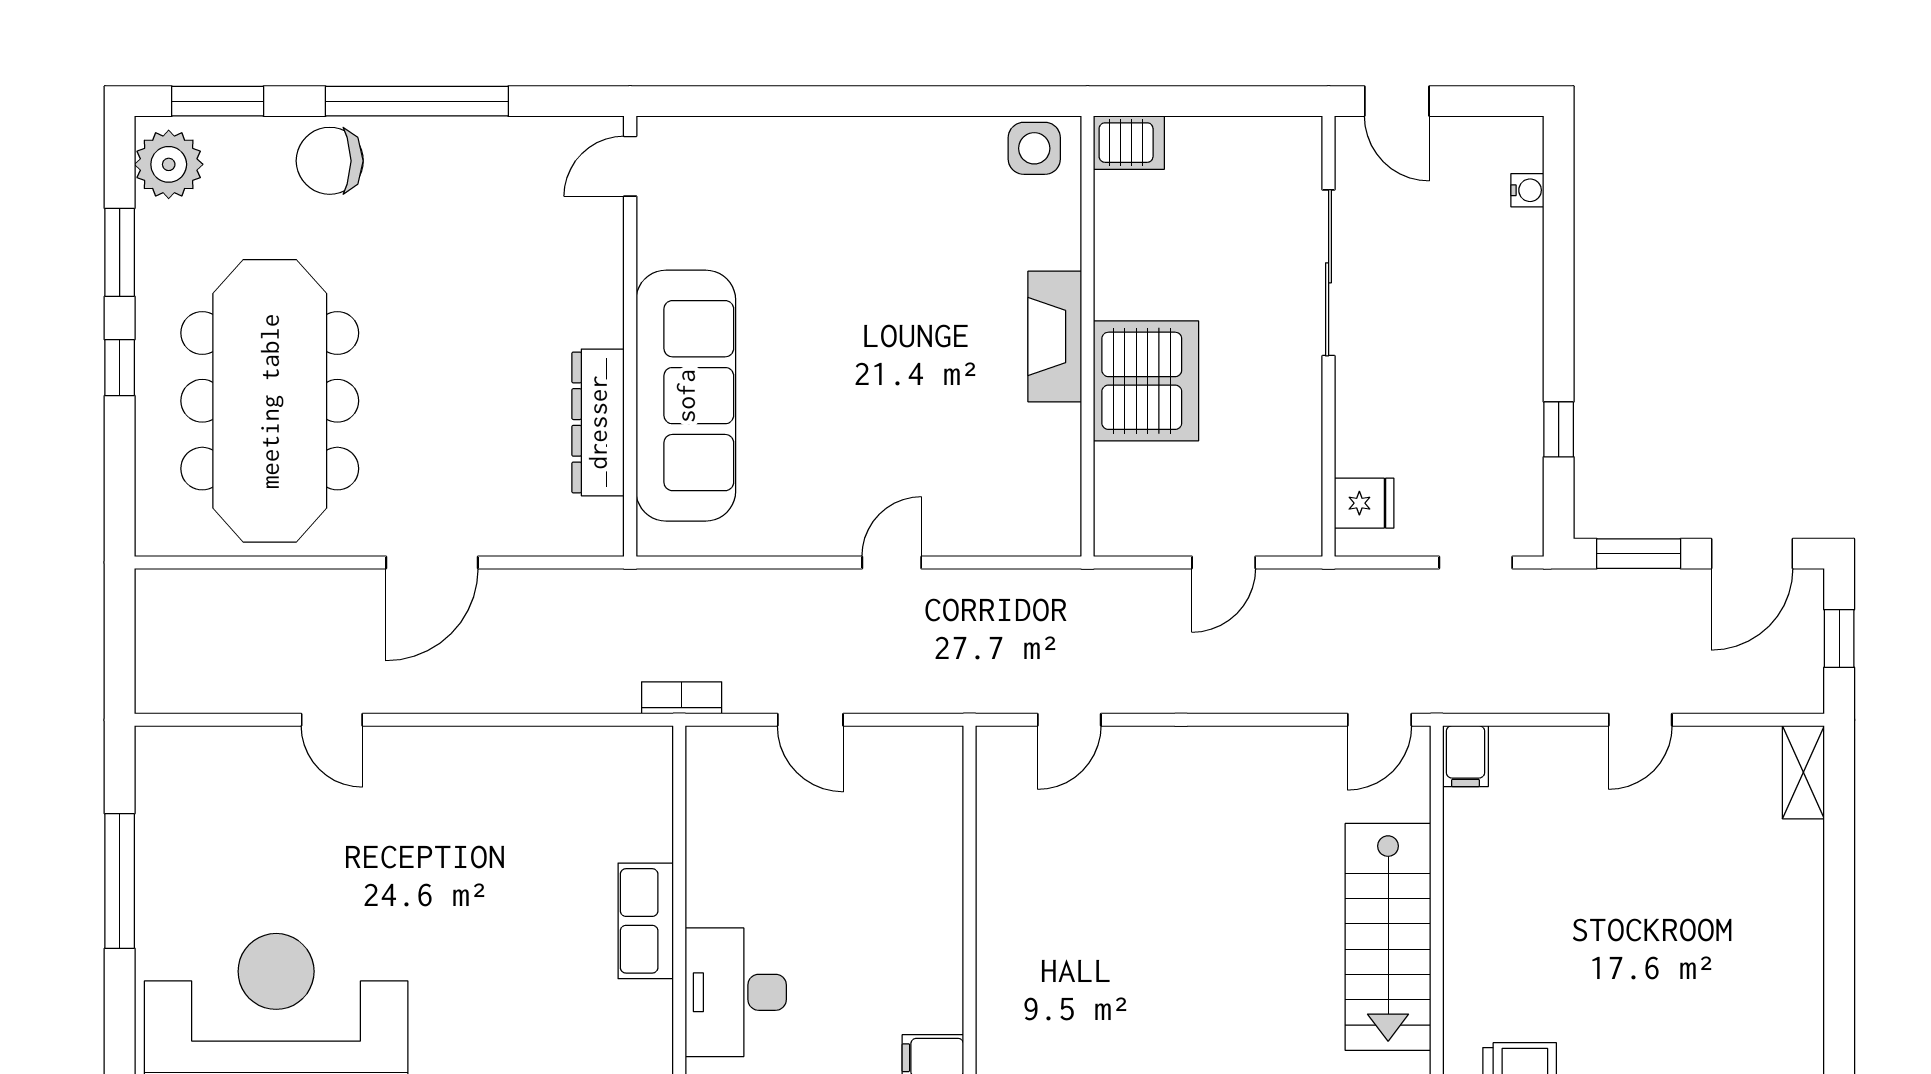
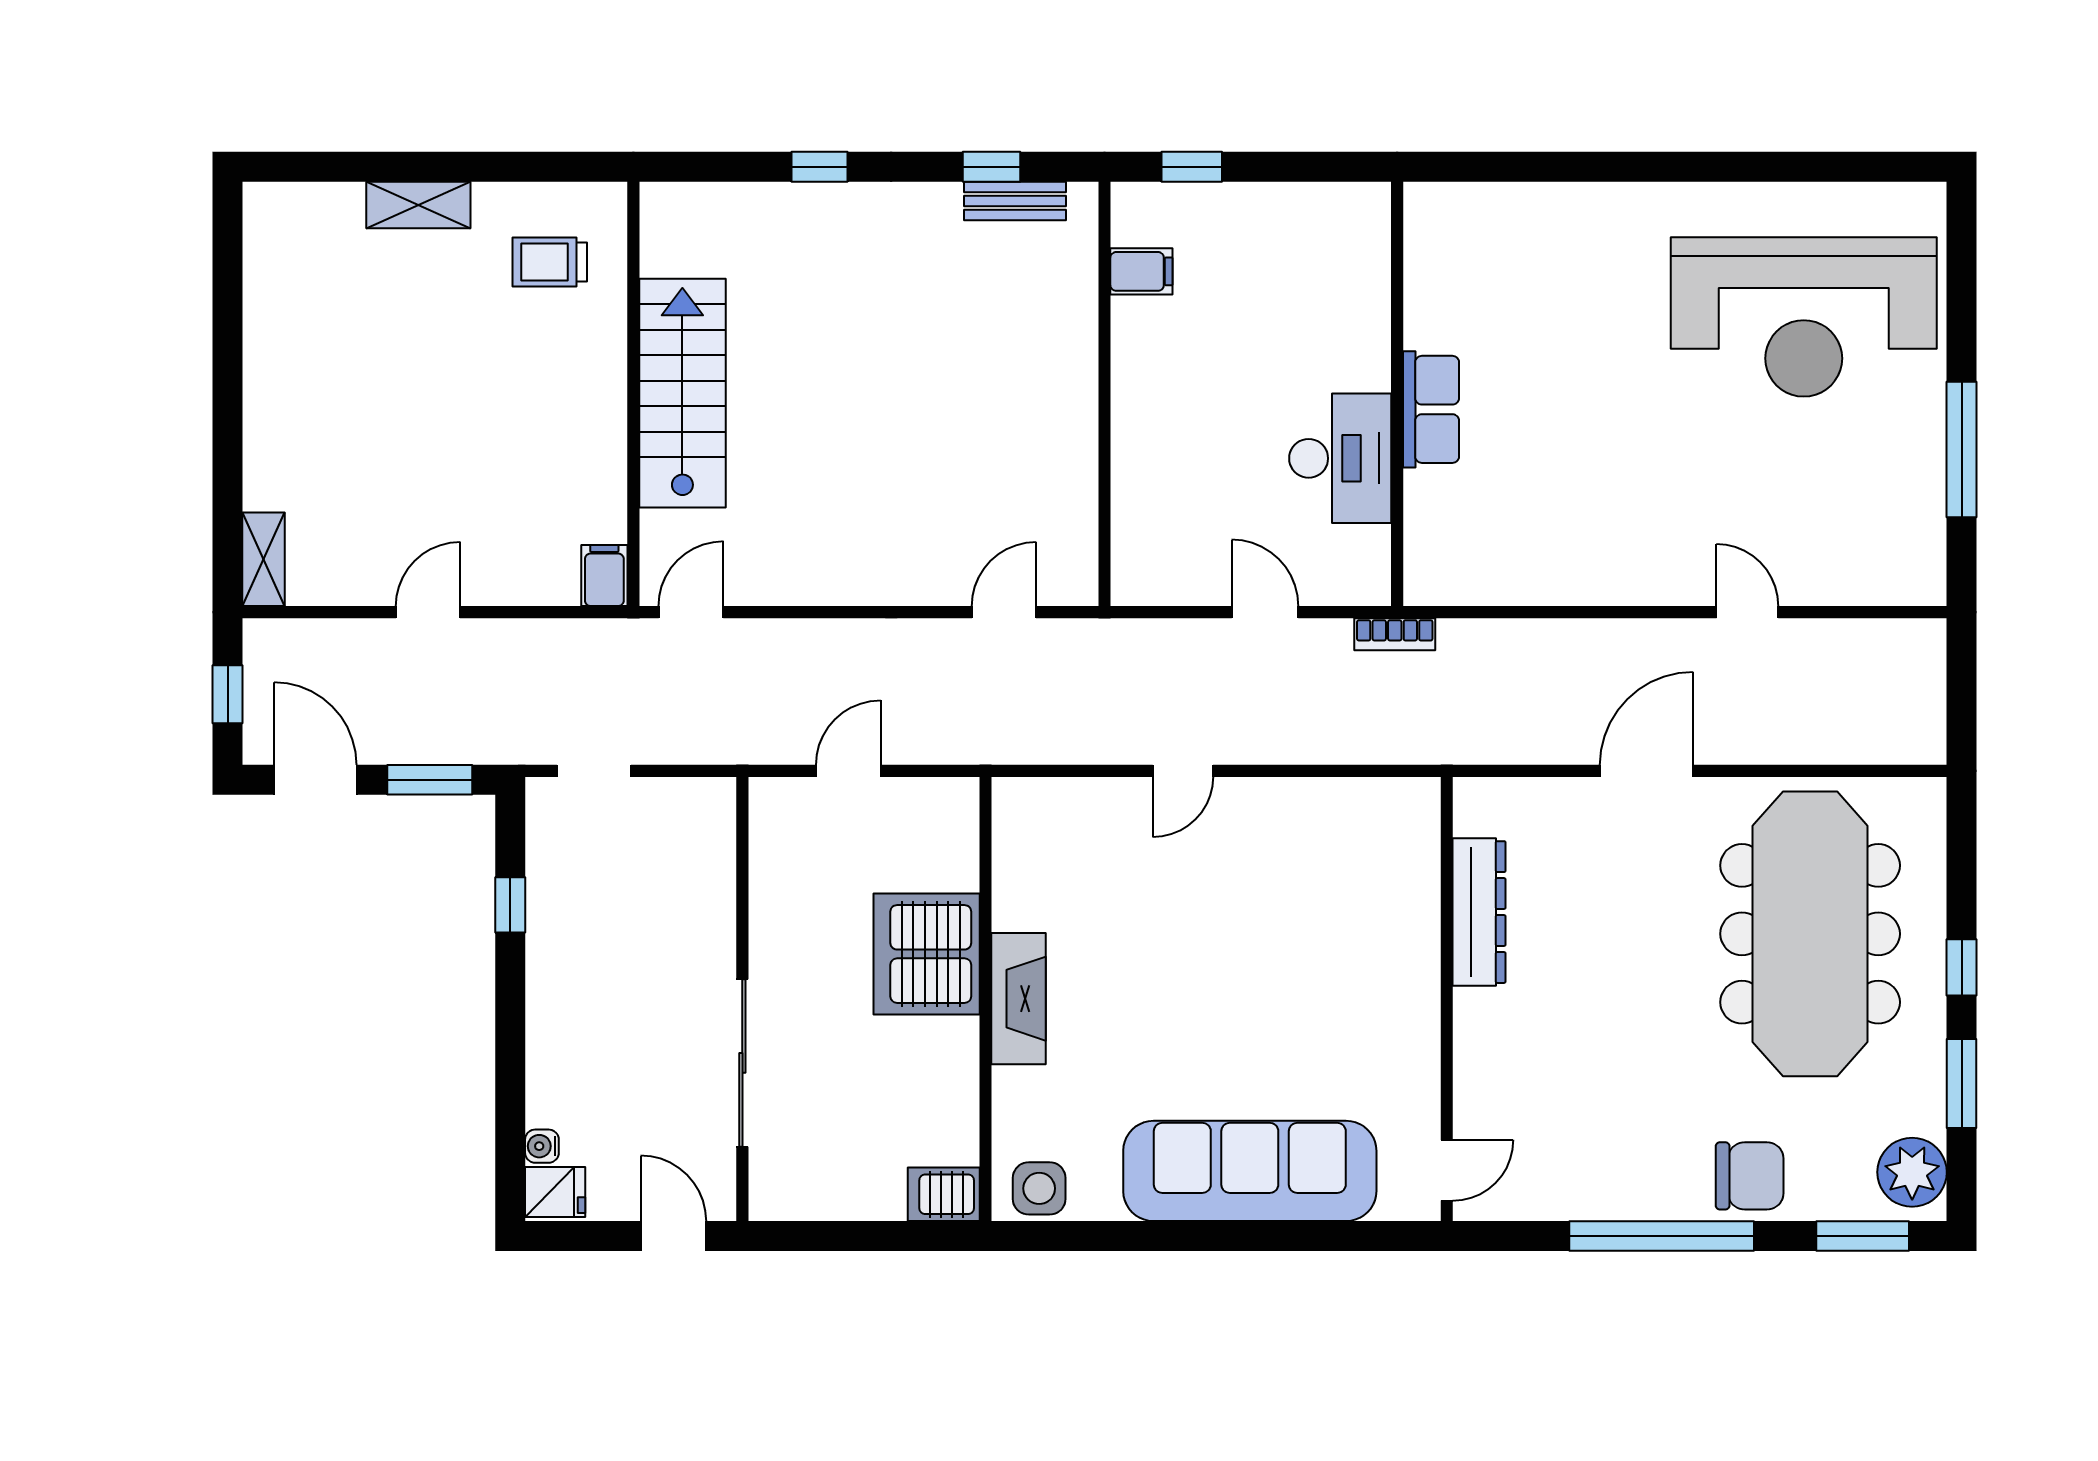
sofa: (686, 396) -> (1250, 1171), moved, turned 90
fridge: (1364, 503) -> (555, 1192), moved, turned 180
door: (1752, 554) -> (315, 780), hinge flipped
desk: (736, 992) -> (1340, 458), moved

